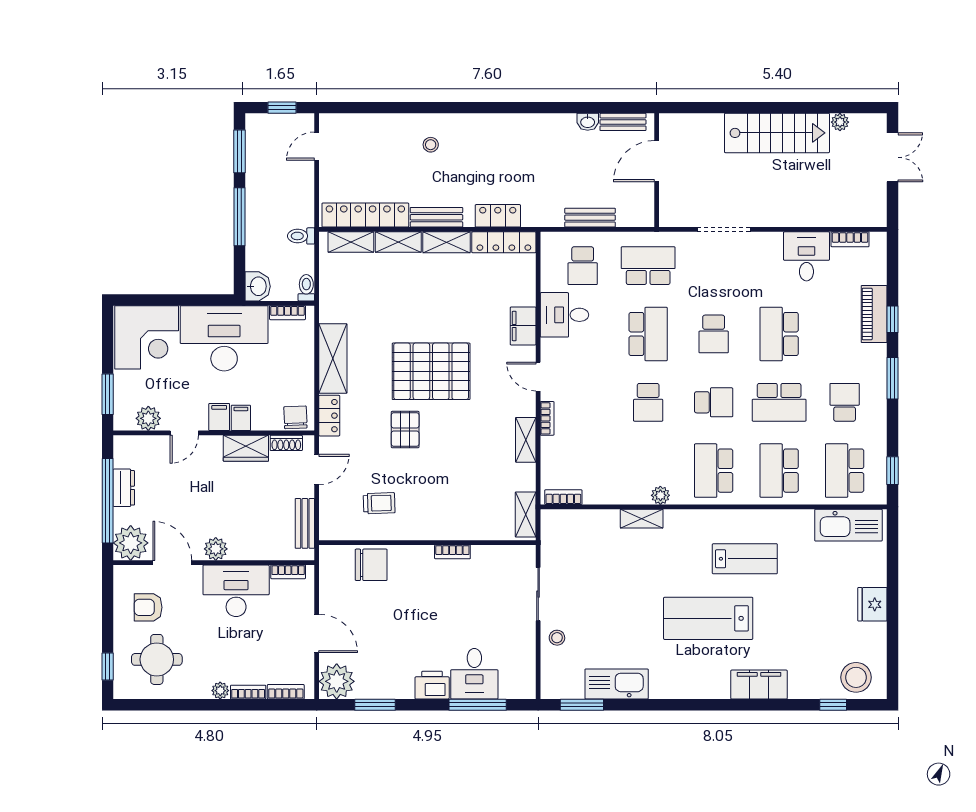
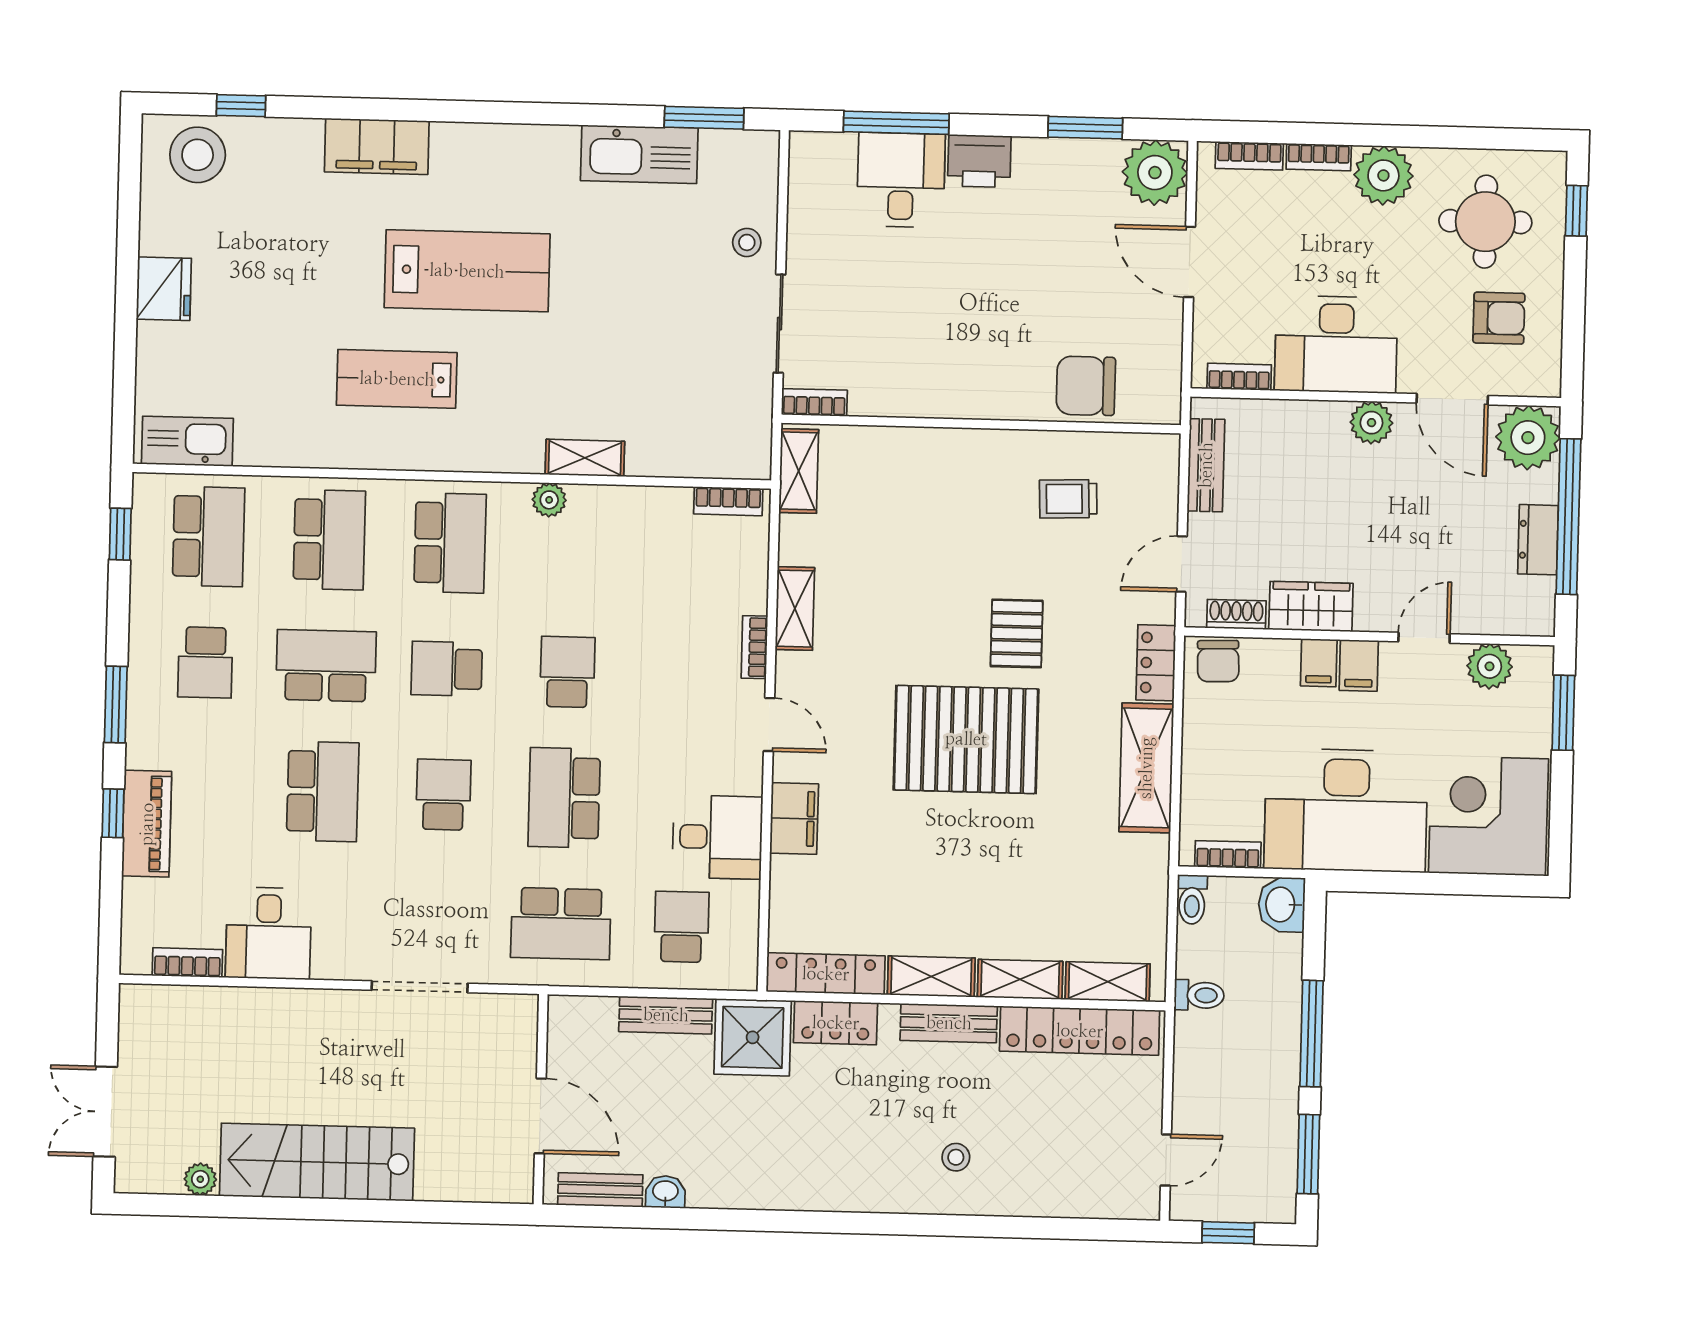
door: (657, 161) -> (540, 1116), hinge flipped
shower: (543, 207) -> (753, 1037), added
kitchen sink: (848, 525) -> (187, 441), width x0.73, depth x0.81
bookcase: (452, 552) -> (814, 402), moved
plant: (220, 691) -> (1383, 175), width x1.87, depth x1.87

